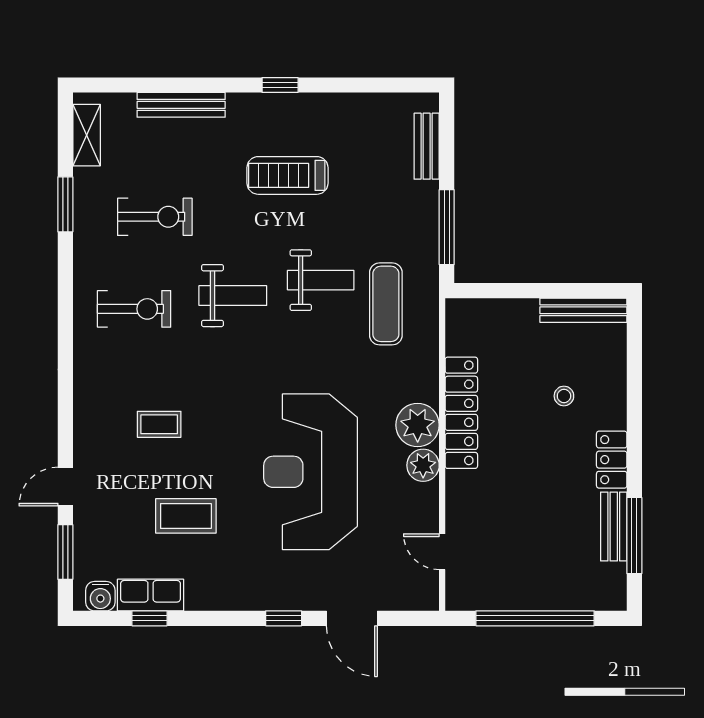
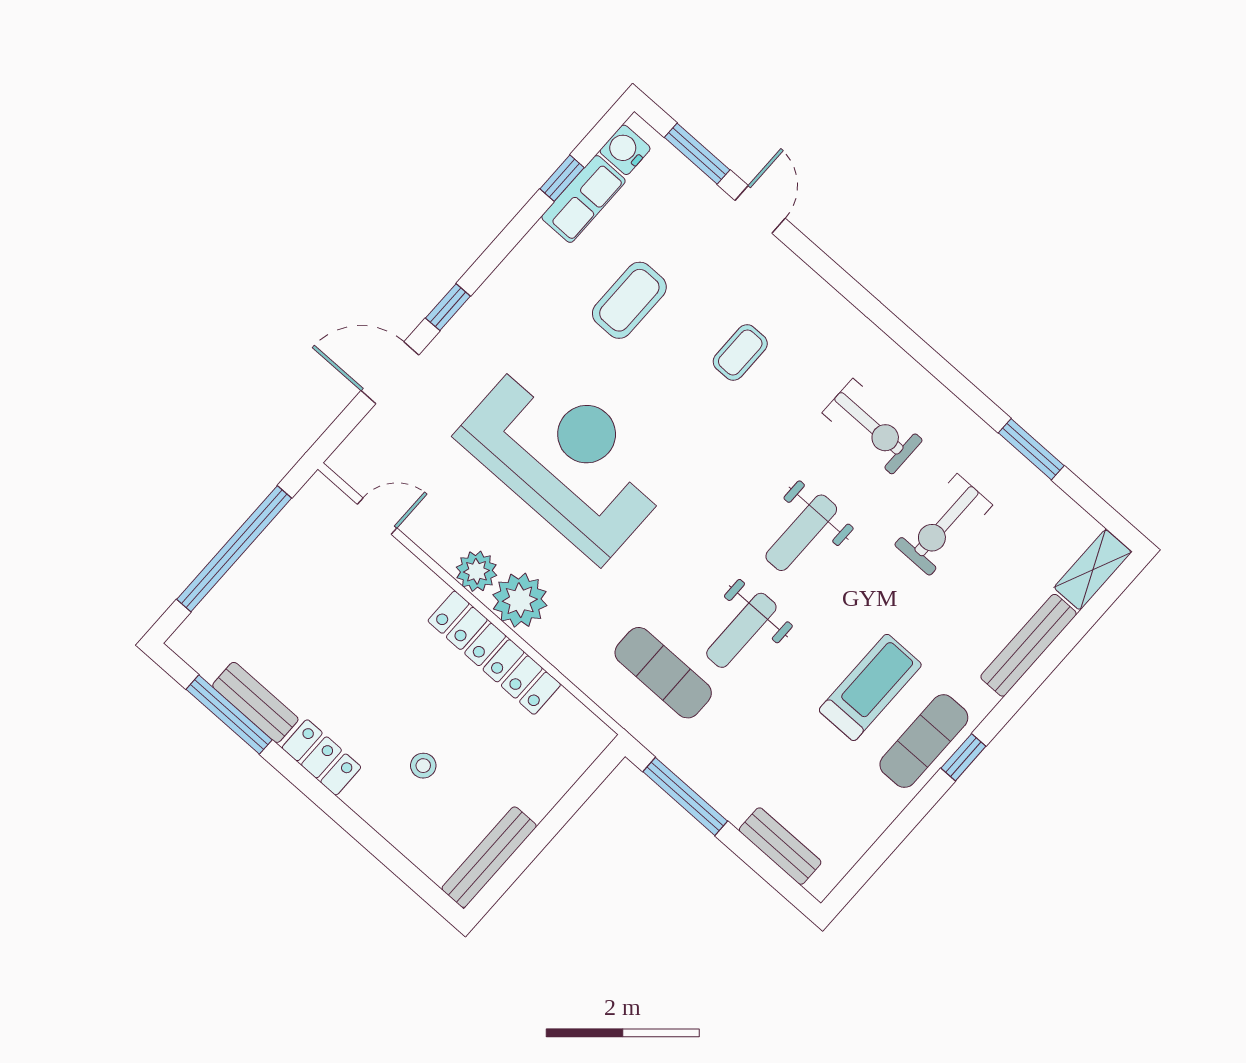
exercise mat: (291, 116) -> (924, 741), added
shelving: (87, 135) -> (1093, 570), moved, turned 90
exercise bike: (134, 309) -> (872, 426), turned -90

